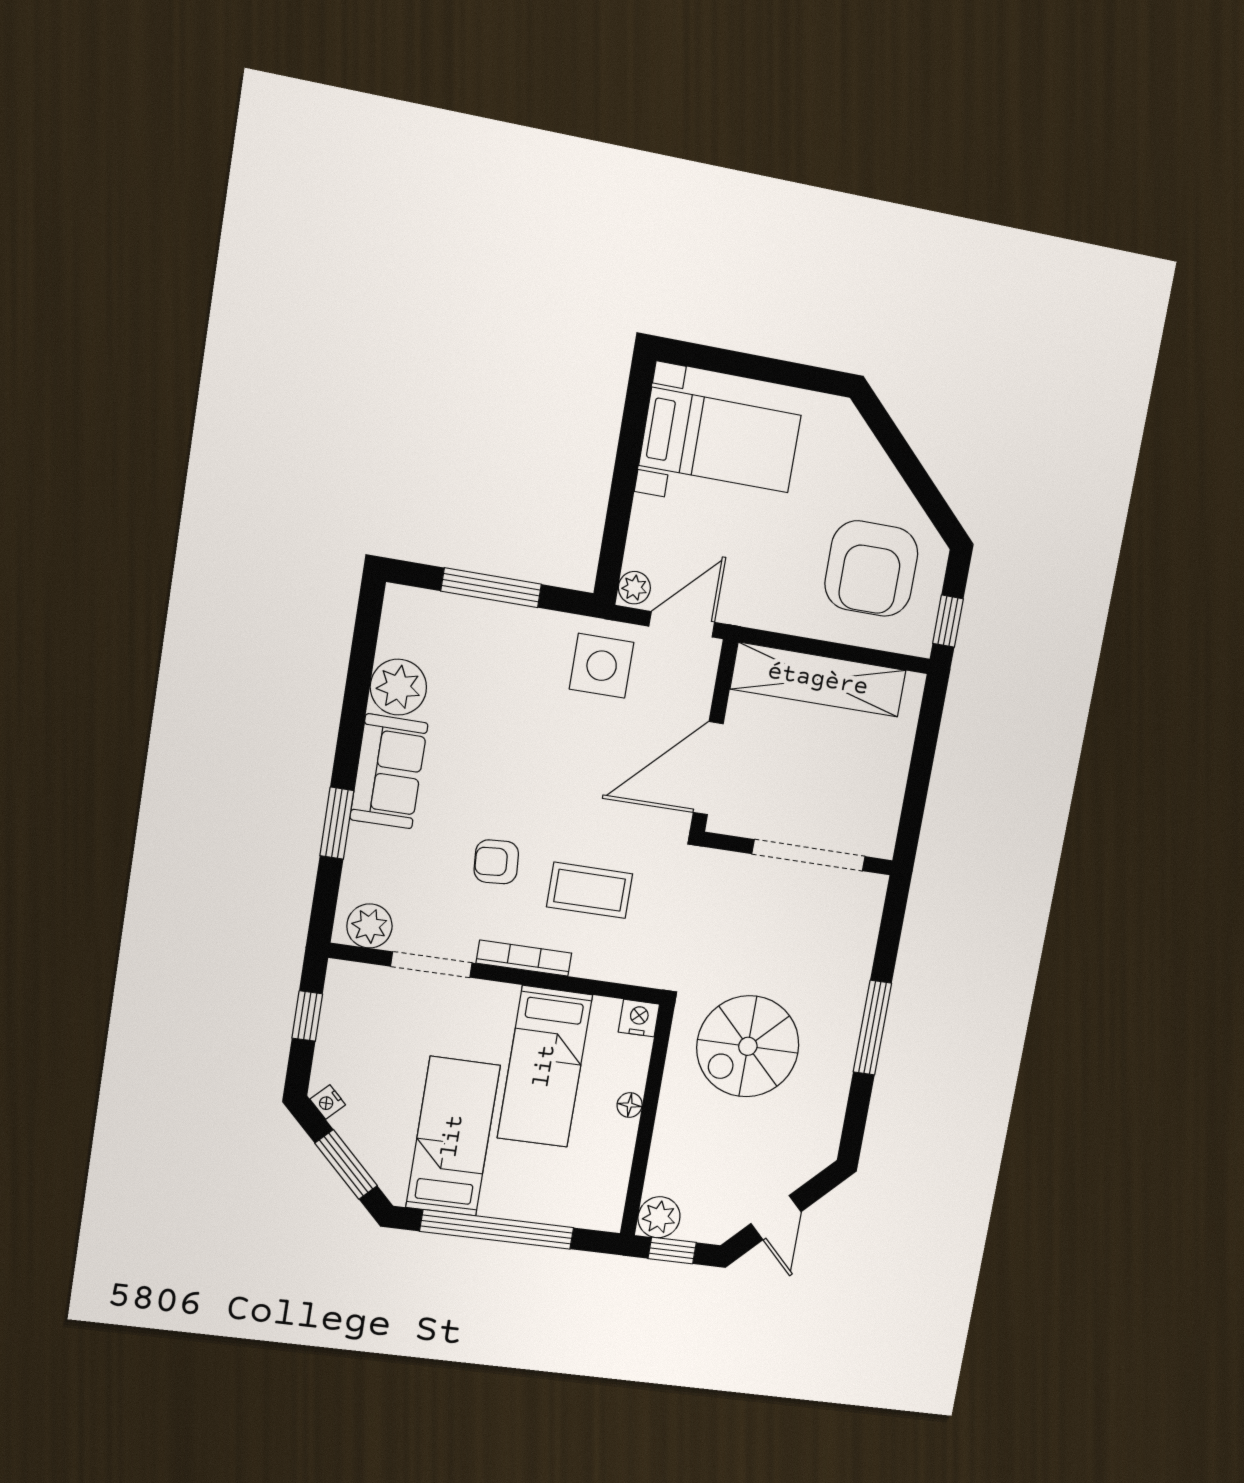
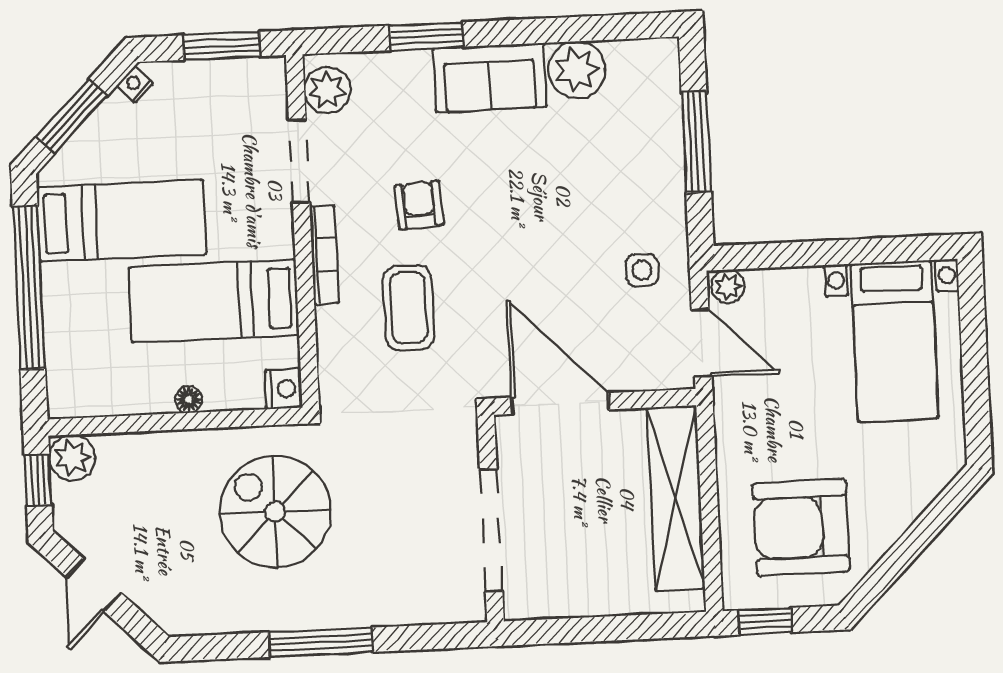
side table: (602, 666) -> (642, 270), width x0.54, depth x0.54
window: (307, 1016) -> (221, 46), width x1.50
door: (776, 1218) -> (94, 585), hinge flipped

